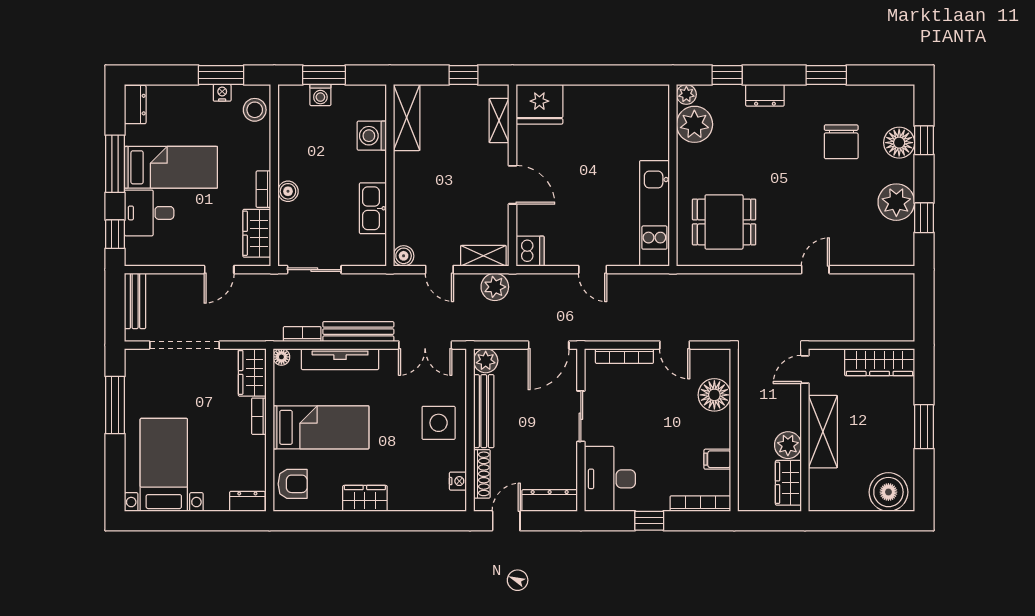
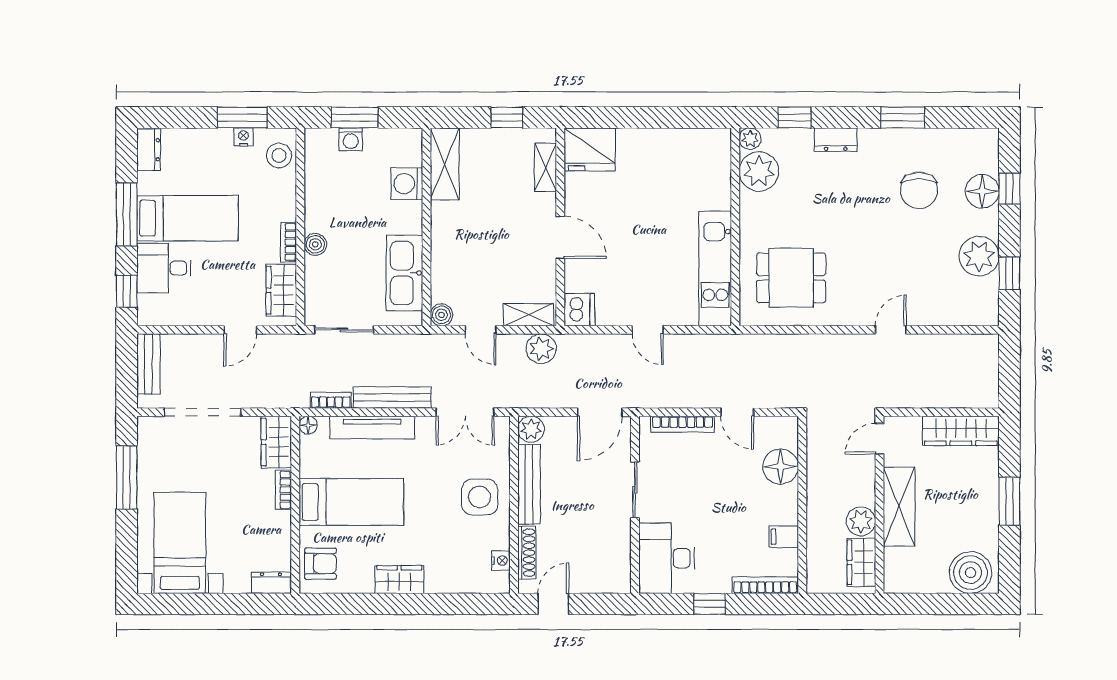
kitchen sink: (373, 208) -> (404, 273), width x1.36, depth x1.24
dresser: (550, 501) -> (601, 582), removed

